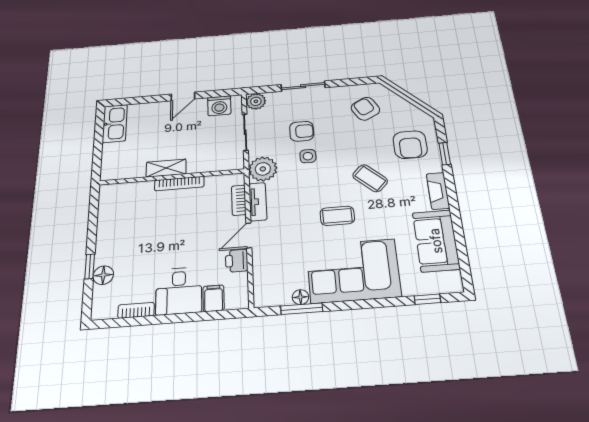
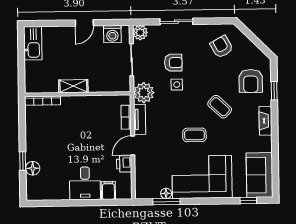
bookcase: (179, 184) -> (43, 101), moved
sofa: (436, 241) -> (259, 175), moved
bookcase: (136, 310) -> (57, 195), removed

